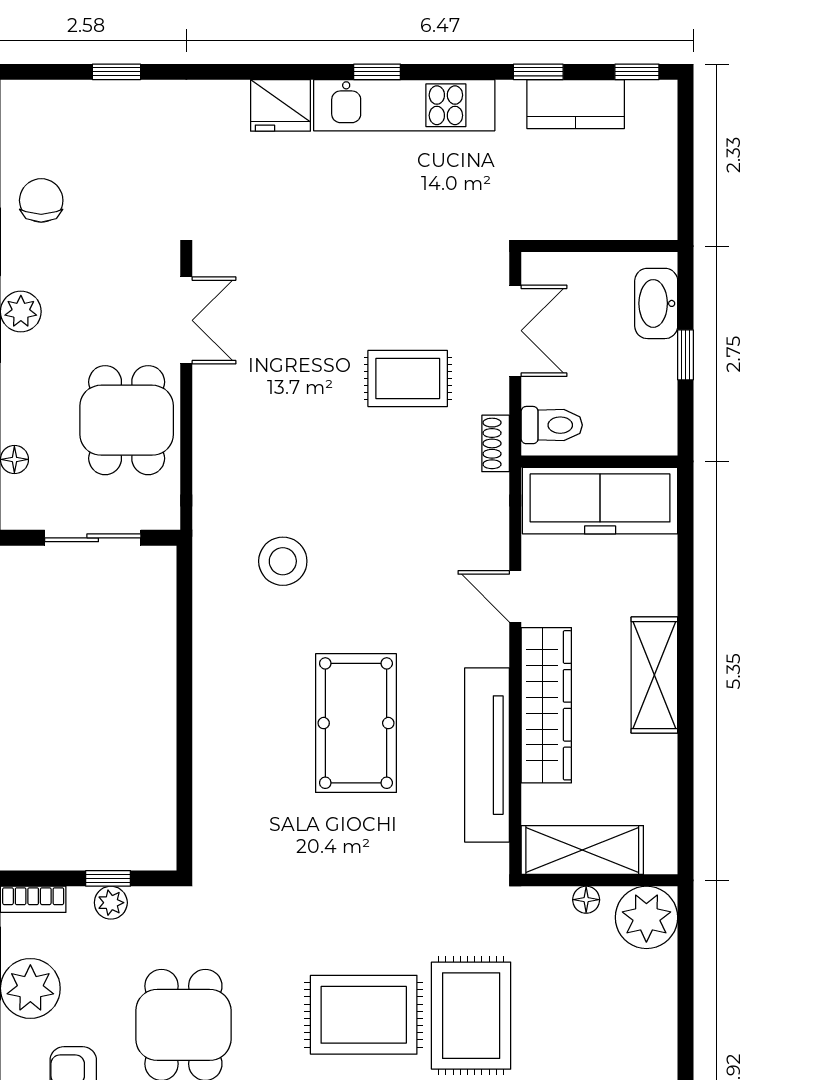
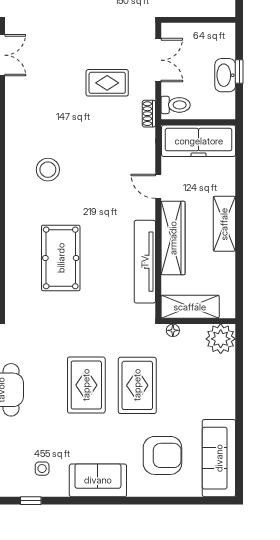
washbasin: (656, 303) -> (225, 75), moved
pool table: (356, 723) -> (61, 258), moved
floor lamp: (586, 900) -> (173, 330), moved
rug: (364, 1015) -> (86, 385), turned 90

